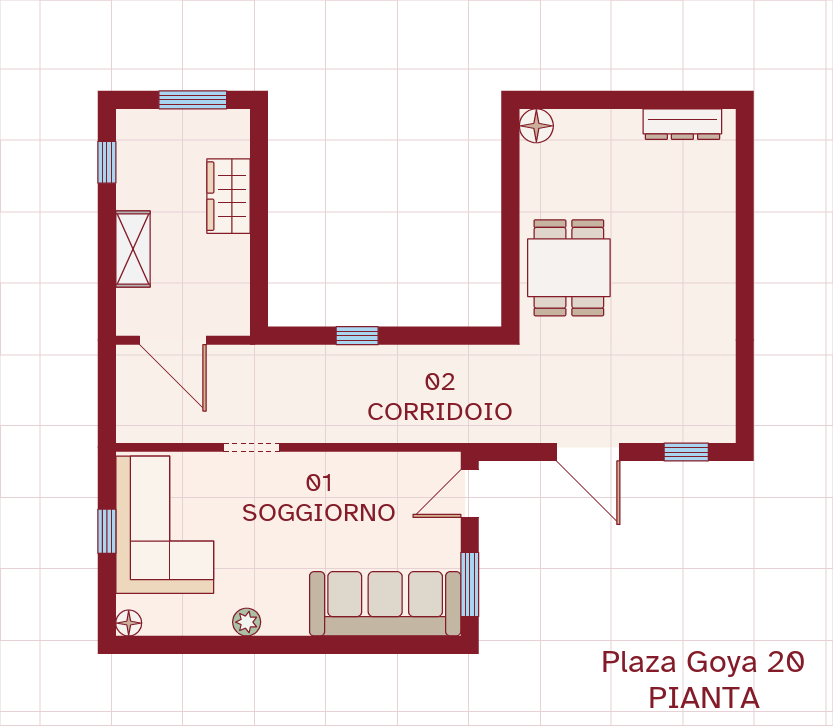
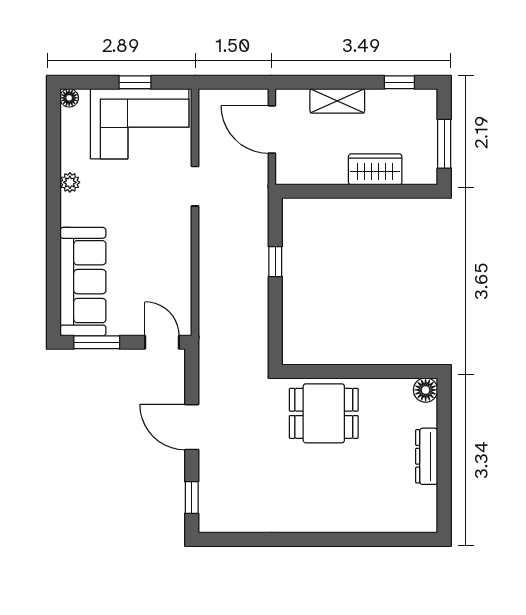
dresser: (682, 124) -> (427, 456), moved
door: (173, 340) -> (272, 130), hinge flipped
door: (588, 452) -> (192, 427), hinge flipped

